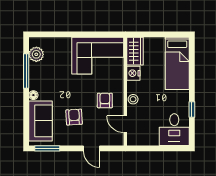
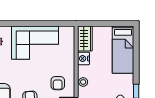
corner sofa: (98, 56) -> (35, 43), moved
armchair: (105, 100) -> (58, 83), turned 180

